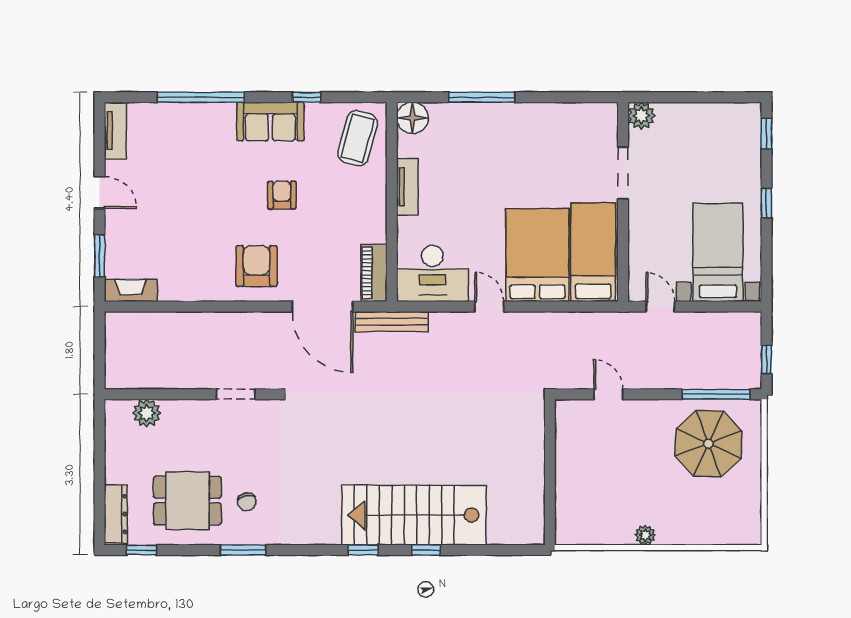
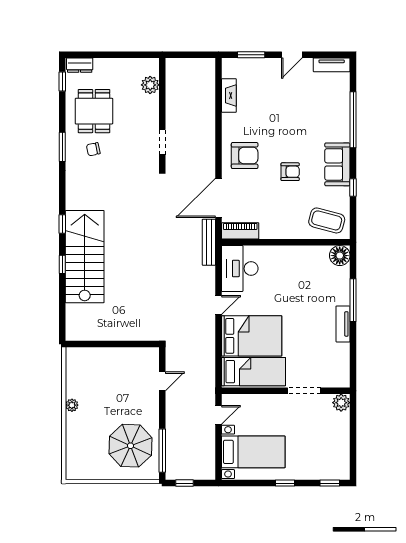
tv unit: (407, 187) -> (343, 324), moved, turned 90
fireplace: (131, 290) -> (229, 95), moved
dresser: (116, 514) -> (80, 65), width x0.70

